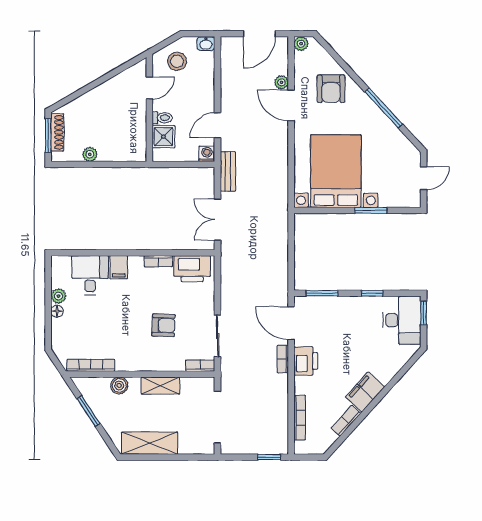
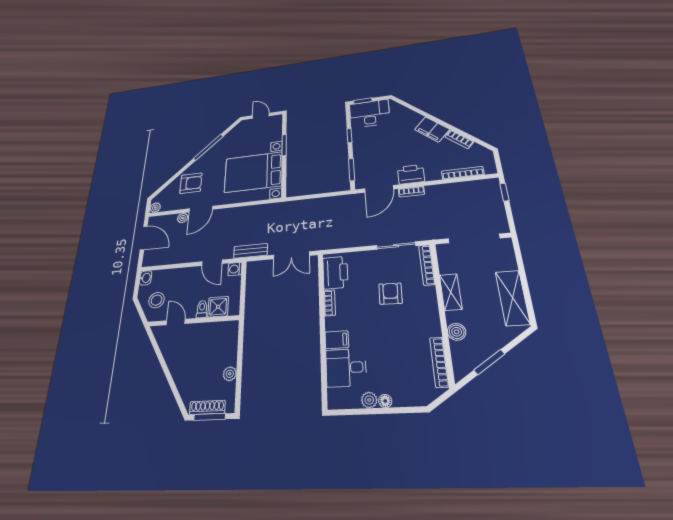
bookcase: (200, 366) -> (427, 265), width x1.56

